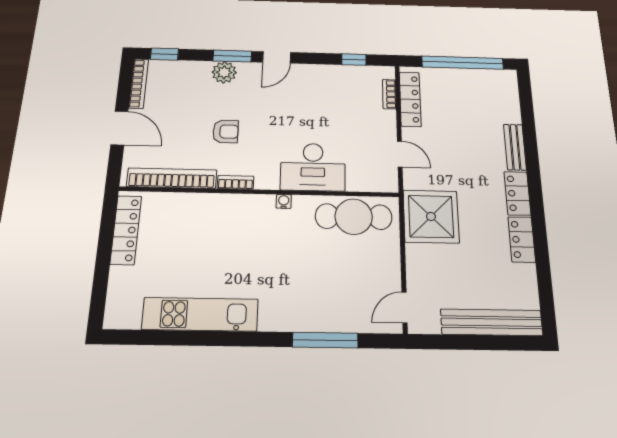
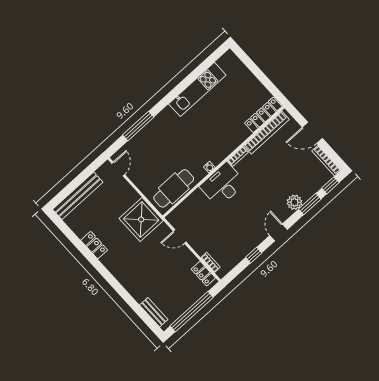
window: (232, 56) -> (310, 204), moved
window: (354, 60) -> (254, 255), moved
locker: (410, 99) -> (203, 274), width x0.66
armchair: (226, 132) -> (265, 175), removed
bench: (515, 147) -> (154, 312), moved
desk: (313, 167) -> (223, 185), moved
locker: (517, 193) -> (113, 266), removed
locker: (126, 230) -> (263, 115), moved, turned 90

